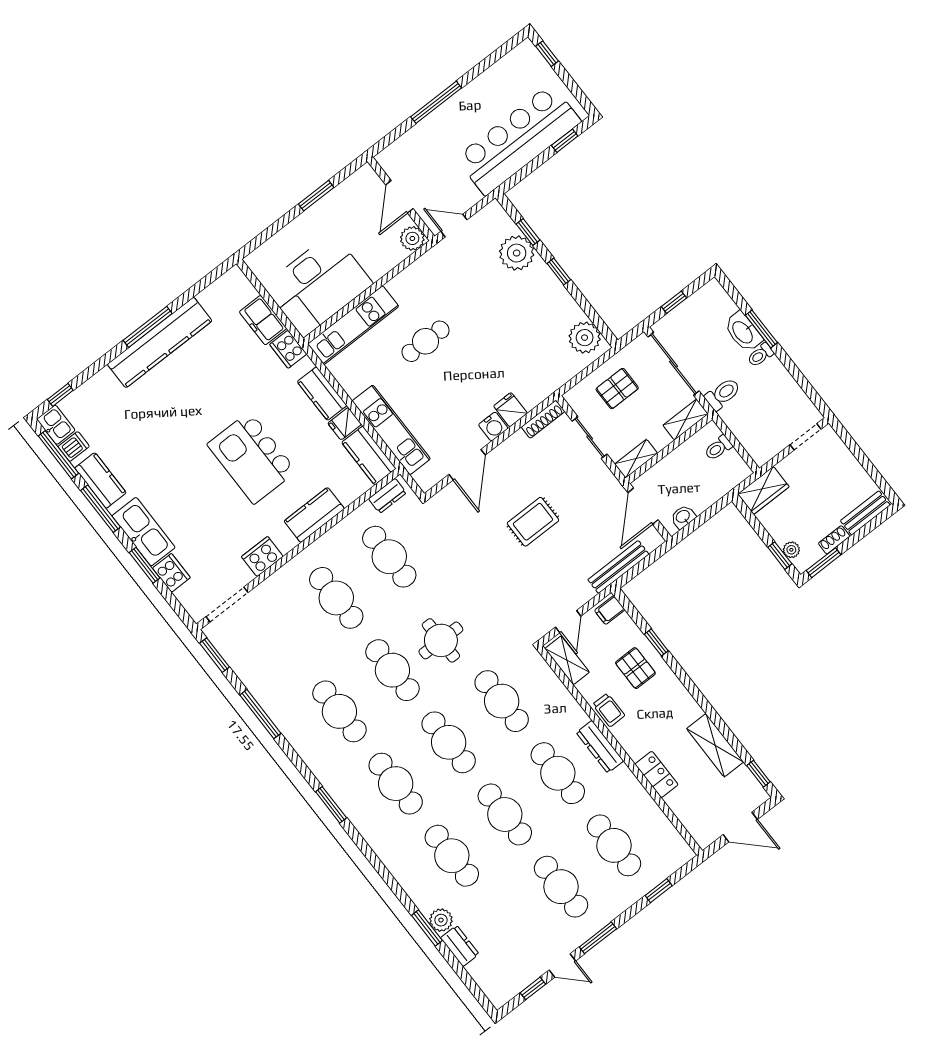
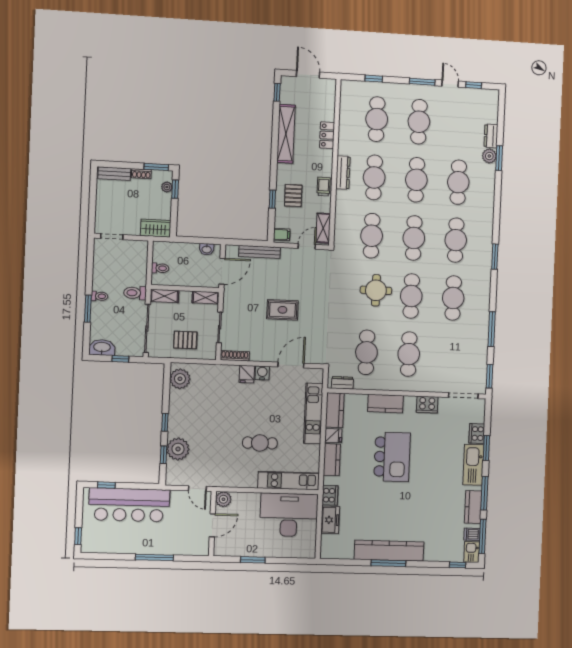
washbasin: (743, 332) -> (102, 347), moved, turned -90
shelving: (715, 745) -> (286, 134), width x1.47

